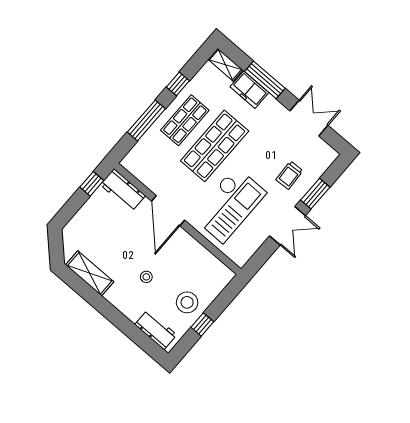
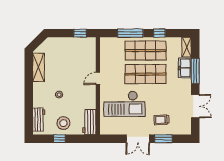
shop shelf: (185, 120) -> (146, 51), width x1.43, depth x1.36
workbench: (123, 190) -> (89, 122), moved
door: (168, 211) -> (98, 78), width x0.53

